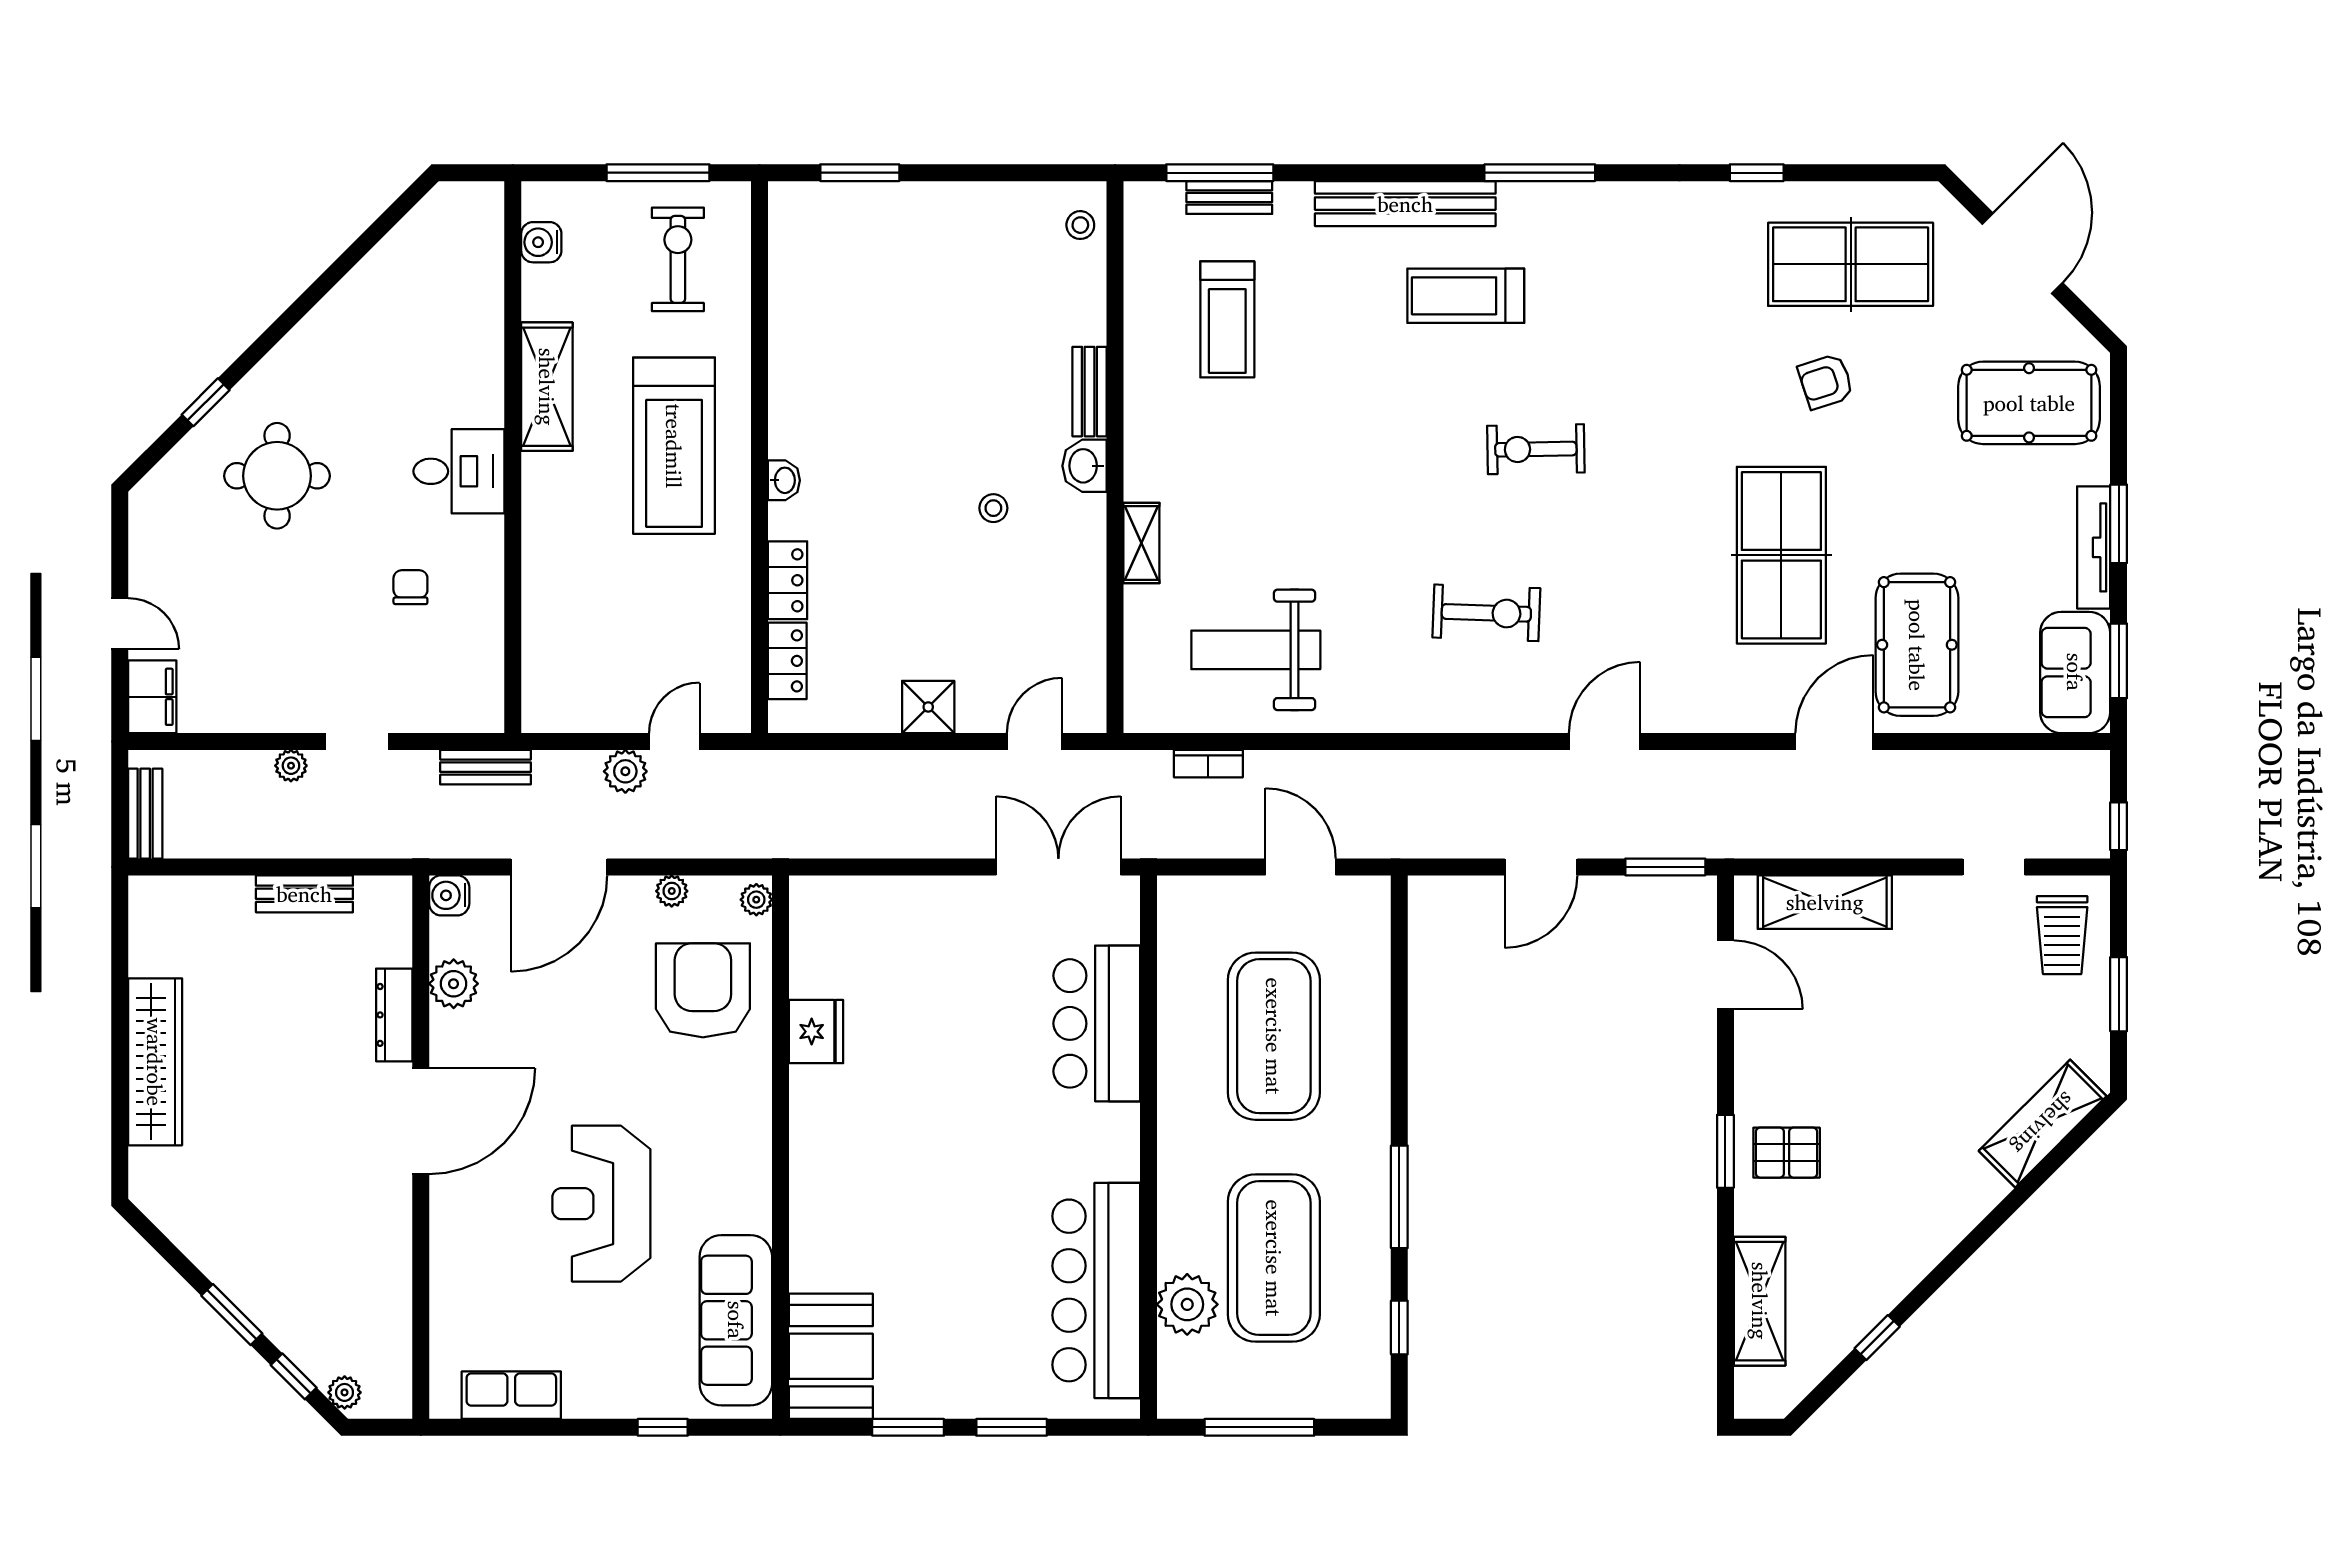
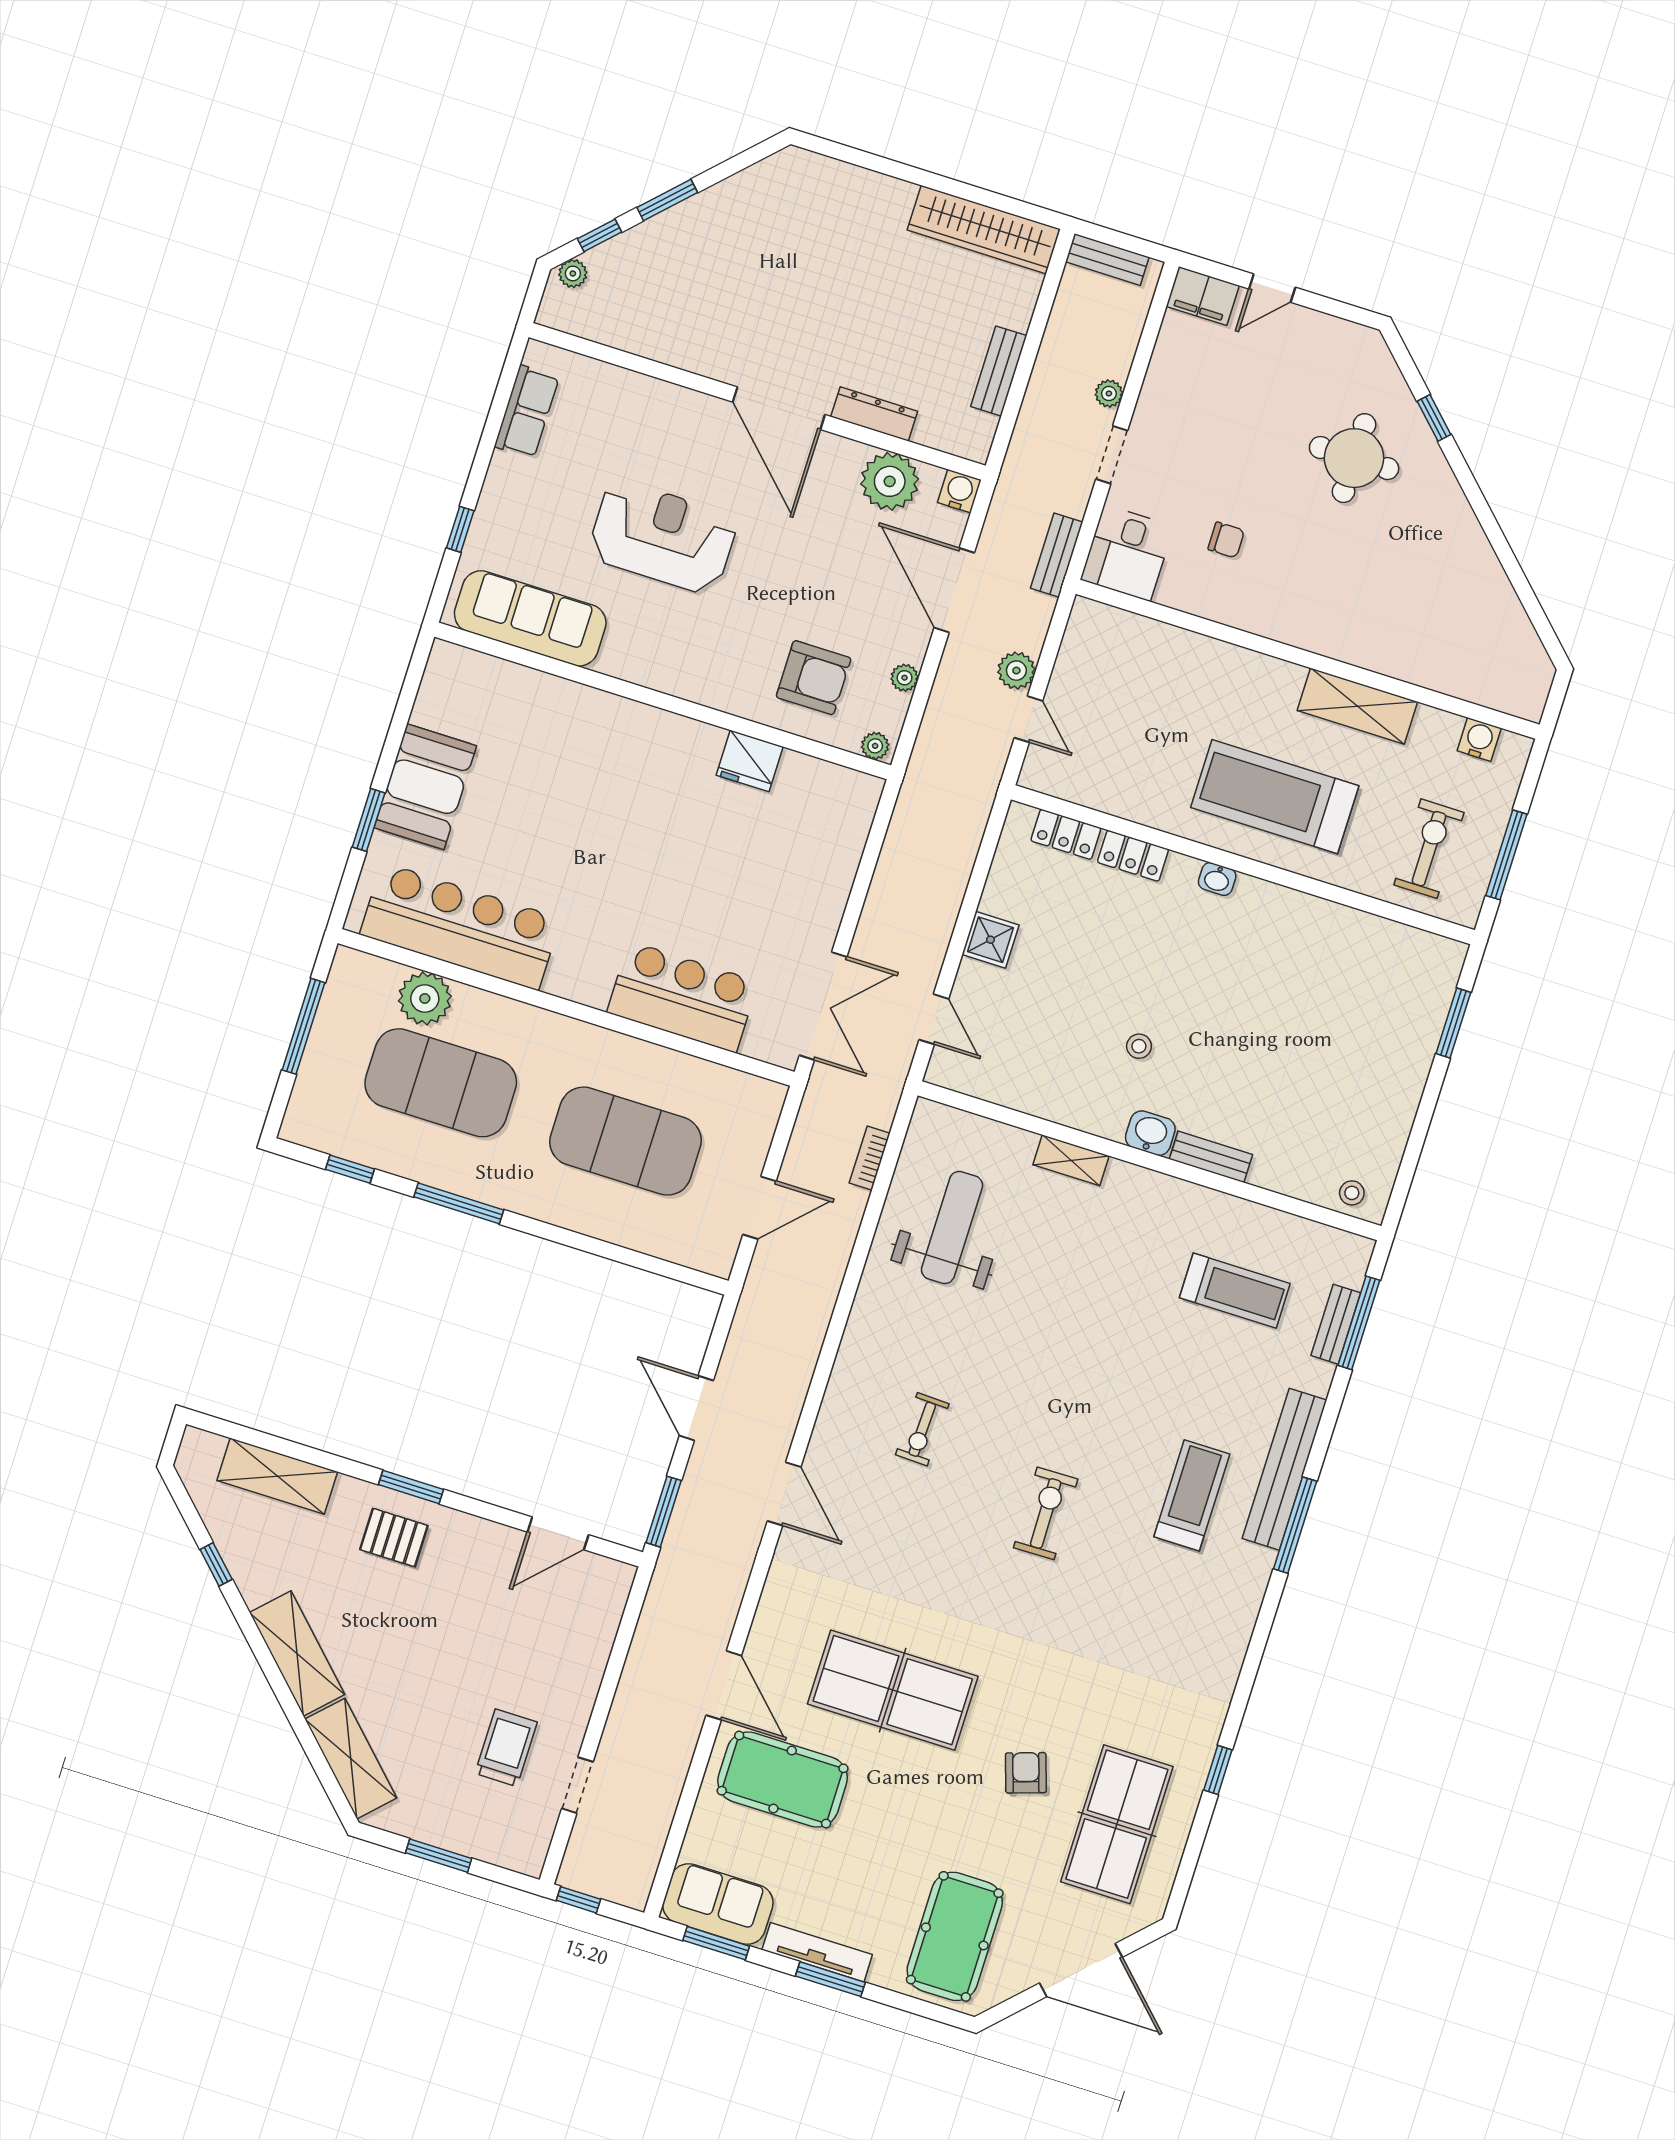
window: (1540, 173) -> (1295, 1525), moved
exercise bike: (678, 259) -> (1429, 849), turned -90
treadmill: (1227, 319) -> (1235, 1291), turned 180
desk: (459, 471) -> (1127, 553), moved
exercise bike: (1486, 613) -> (922, 1429), width x0.73, depth x0.72
shelving: (1825, 902) -> (297, 1654), moved, turned -45
trolley: (2062, 935) -> (506, 1748), moved, turned 90
plant: (454, 984) -> (890, 481), width x1.36, depth x1.36
armchair: (703, 990) -> (814, 678), width x0.73, depth x0.73
wardrobe: (155, 1062) -> (984, 230), moved
pallet: (1787, 1153) -> (394, 1538), turned 90
booth: (831, 1356) -> (425, 787), moved, turned 90
window: (908, 1427) -> (396, 734), removed

